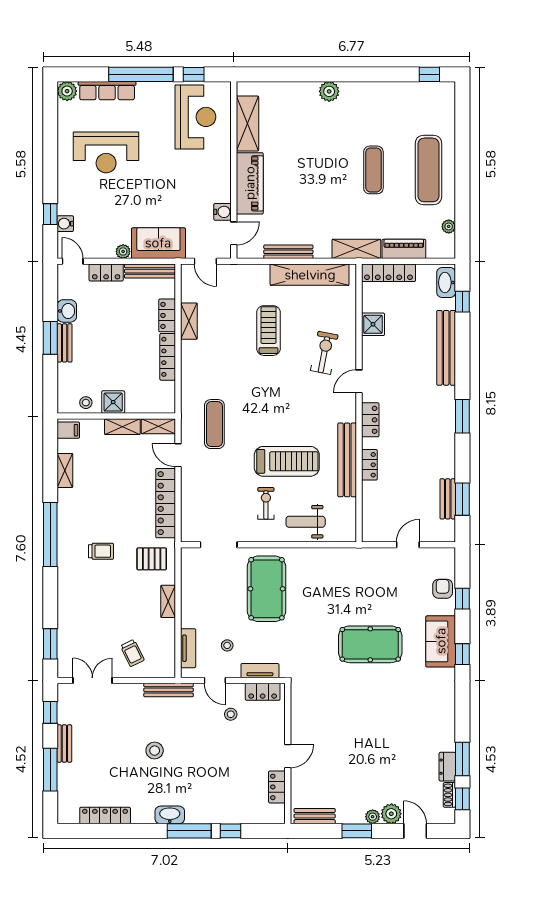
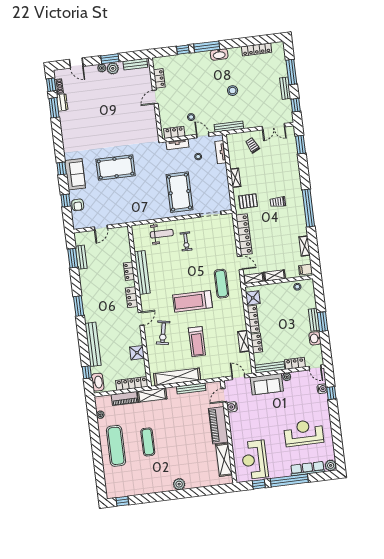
shower: (113, 402) -> (253, 298), moved
treadmill: (287, 461) -> (192, 301), moved
plant: (391, 814) -> (113, 68), moved

